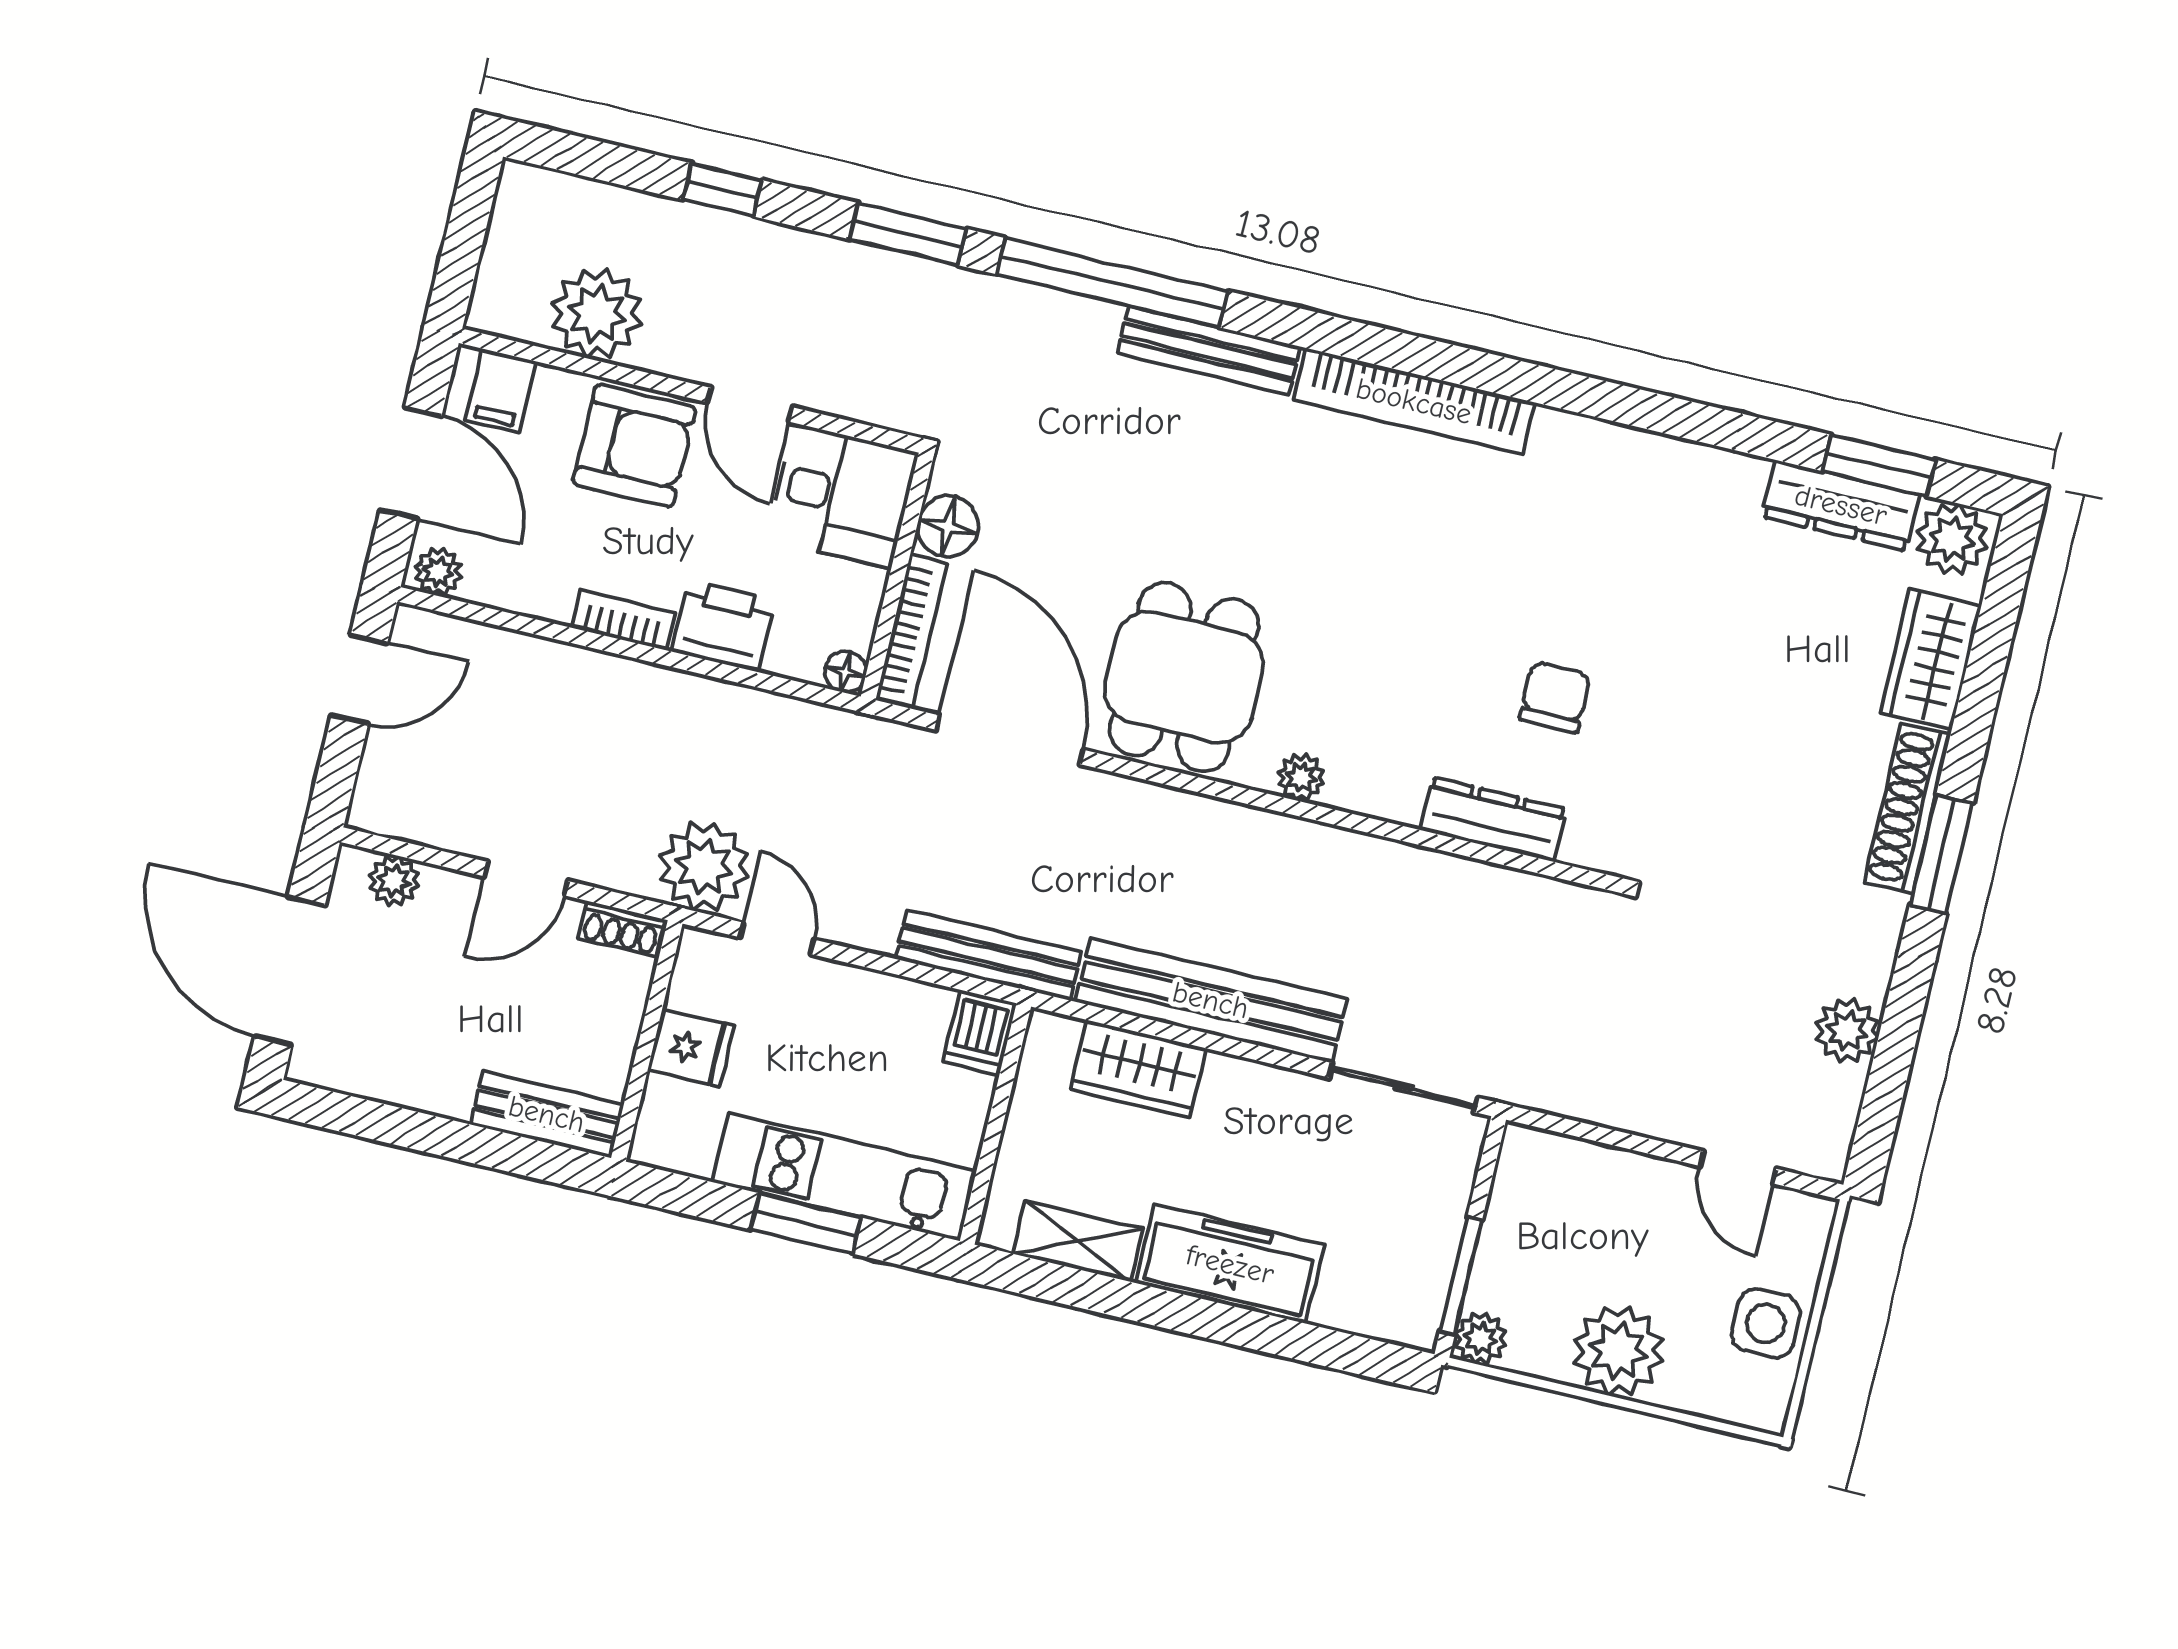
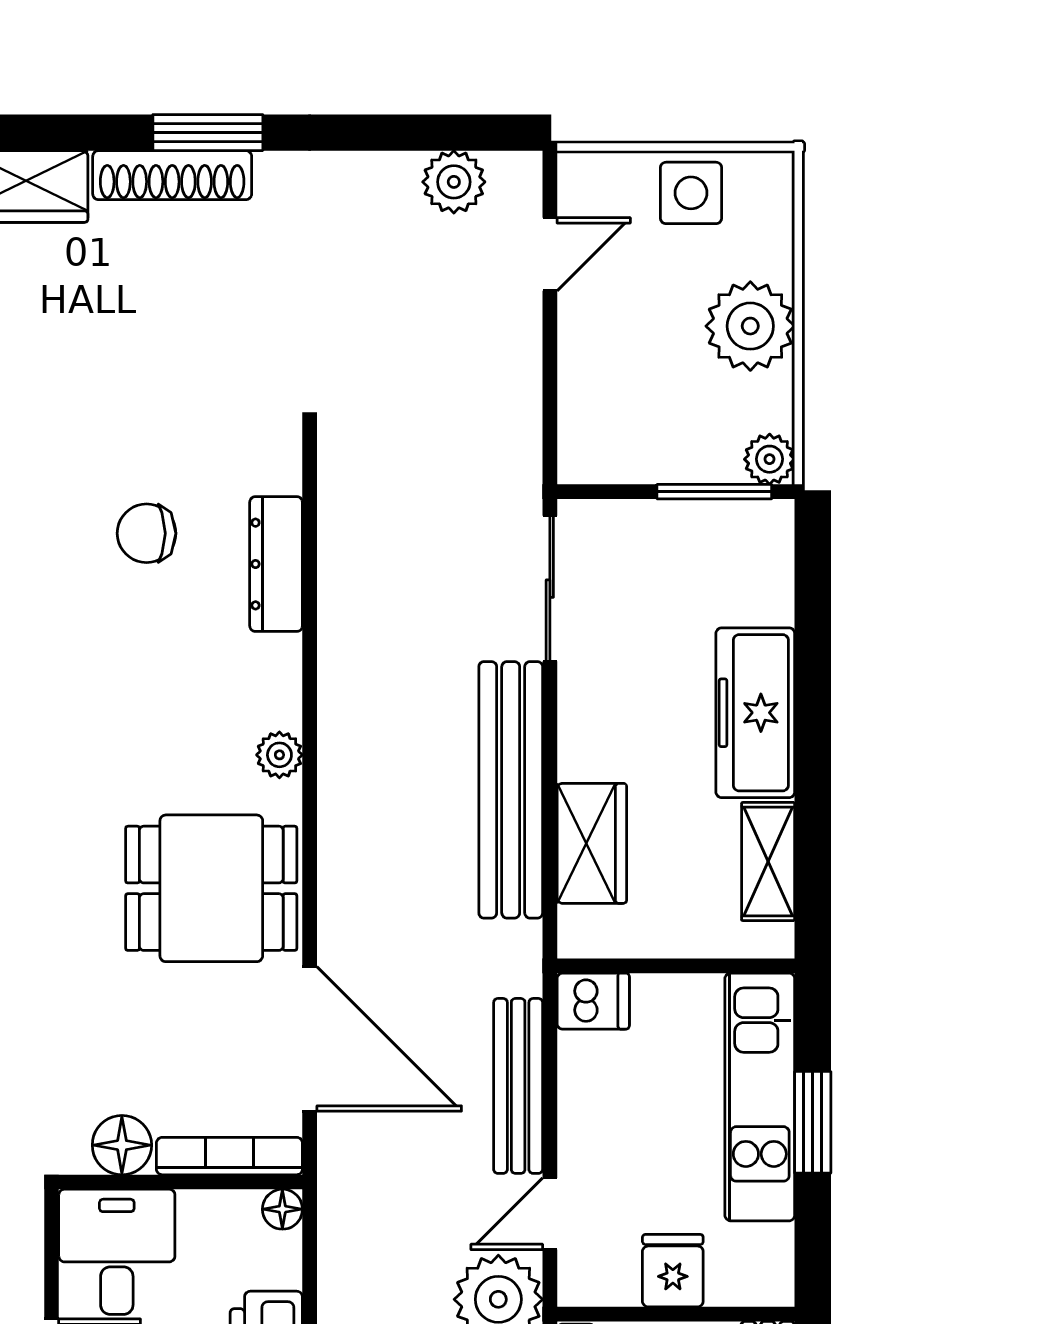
door: (1010, 740) -> (310, 1039), swing flipped
bench: (989, 955) -> (518, 1086), moved
plant: (1847, 1031) -> (454, 182), moved

